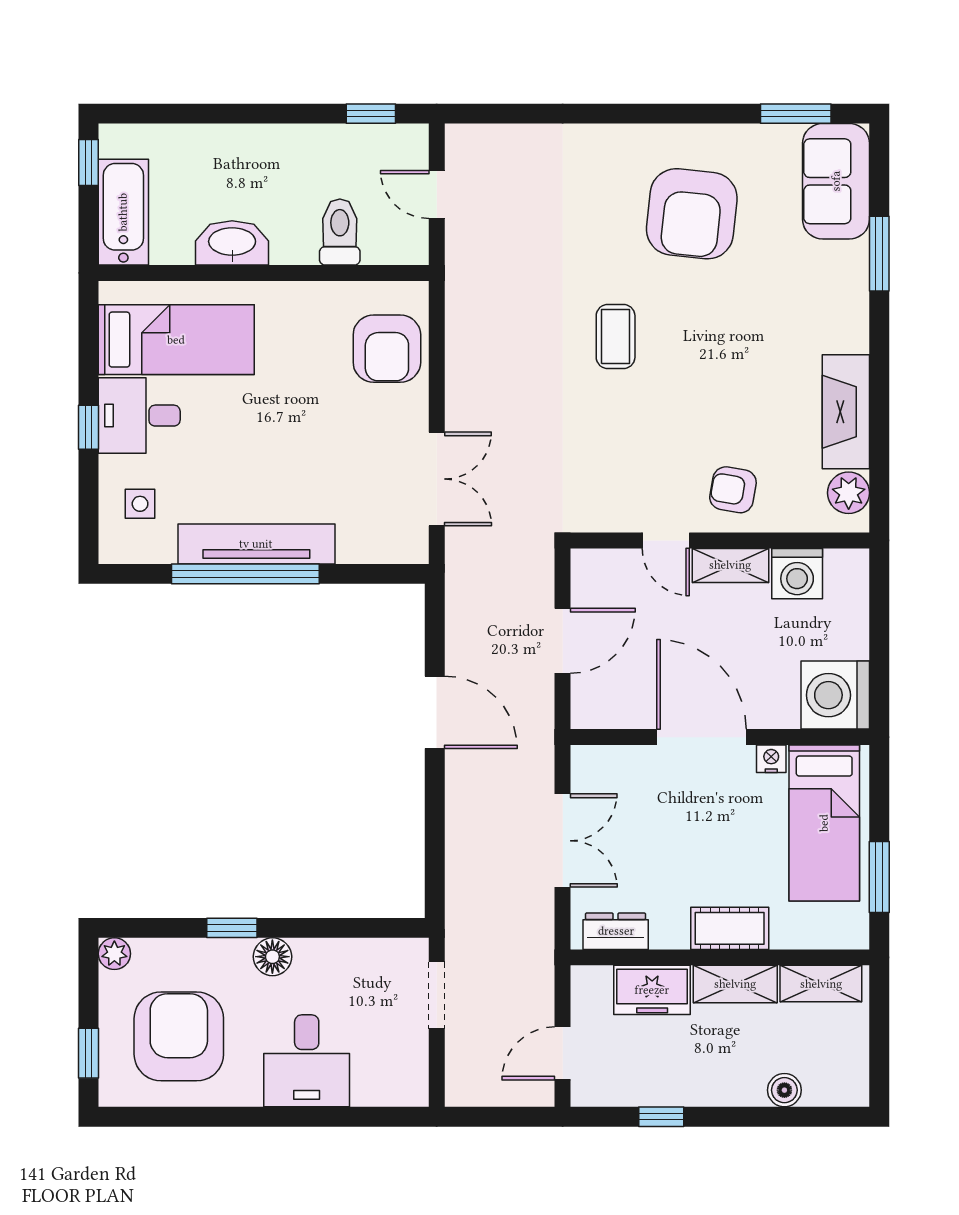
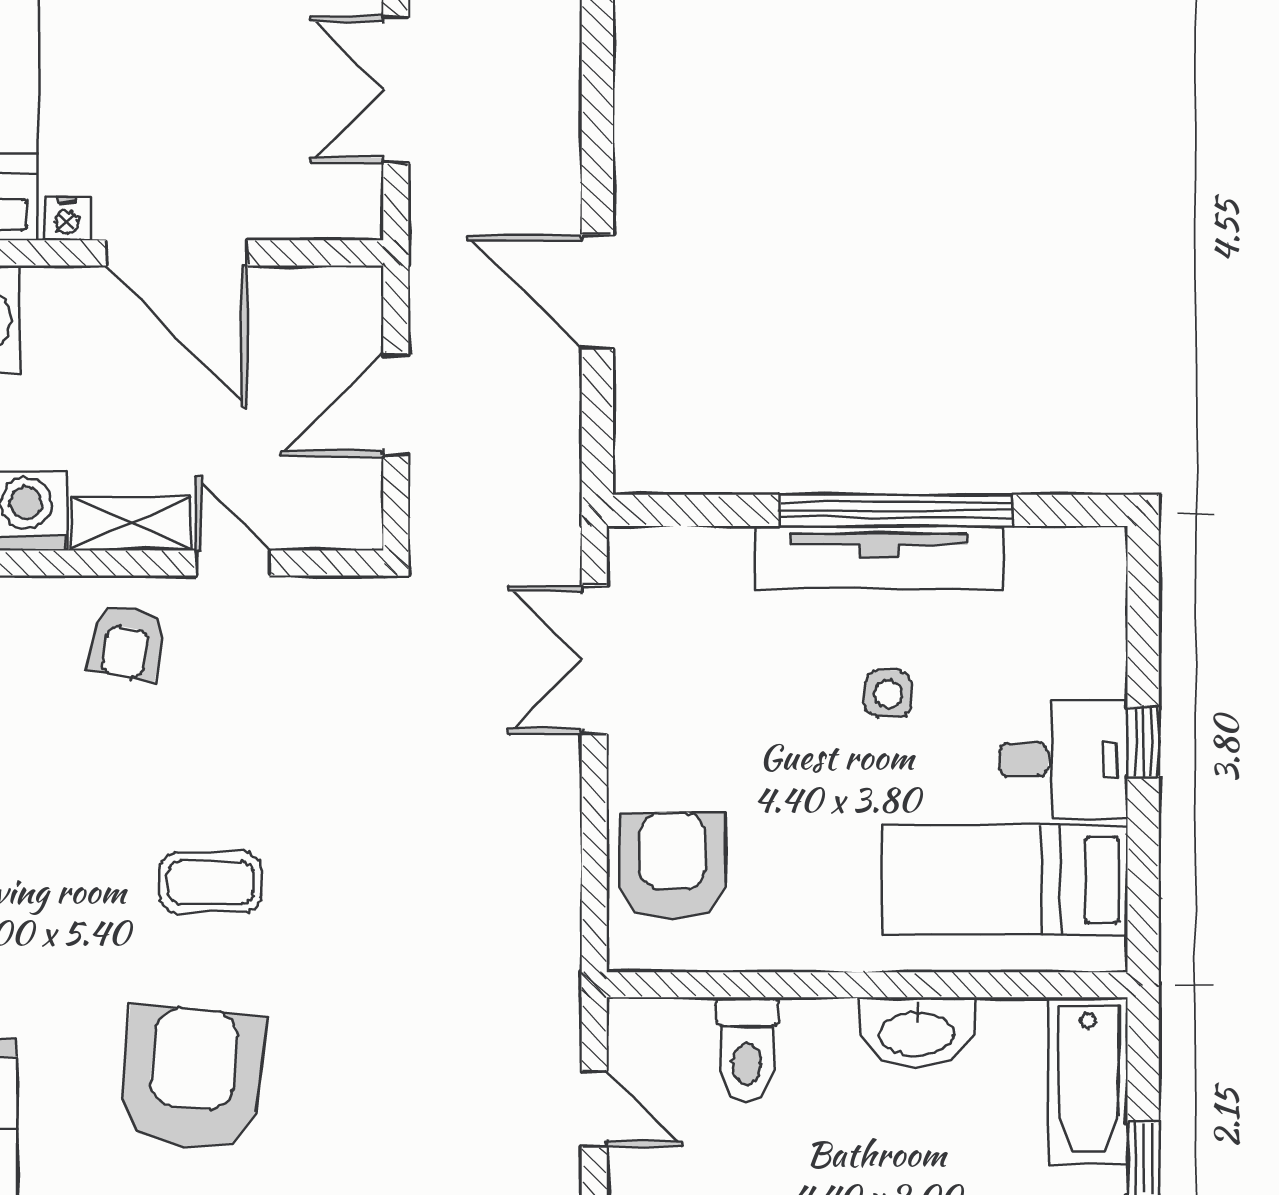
coffee table: (616, 336) -> (210, 882), moved, turned 90
armchair: (733, 490) -> (127, 643), turned 91
side table: (140, 504) -> (888, 694), moved

